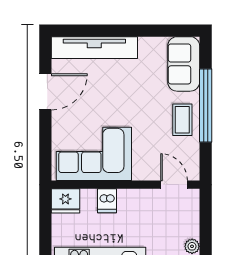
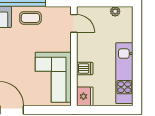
door: (174, 185) -> (74, 23), swing flipped

